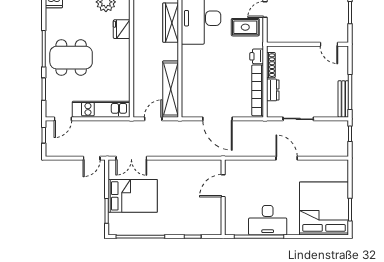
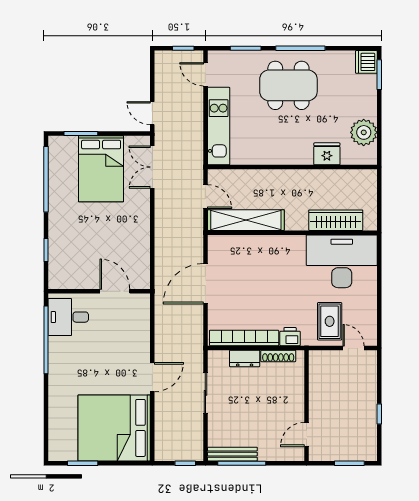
dining table: (71, 58) -> (288, 85), turned 90
bed: (324, 209) -> (114, 428), moved, turned 180
desk: (268, 220) -> (68, 317), moved, width x0.73

